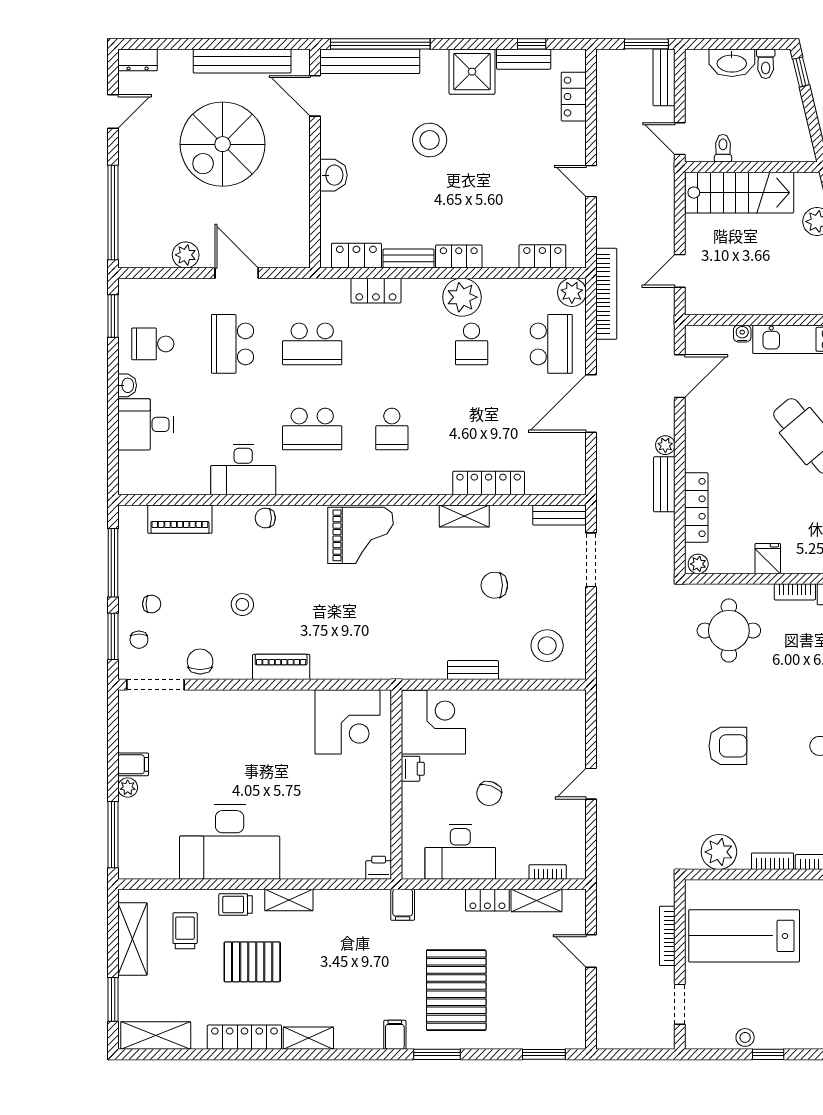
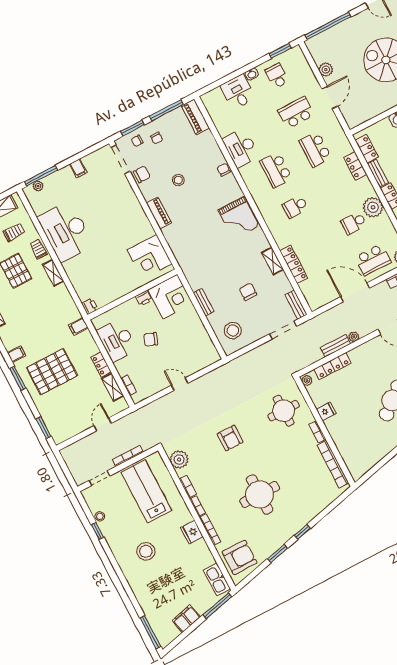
piano: (180, 519) -> (195, 117), moved
plant: (128, 788) -> (38, 186), moved

